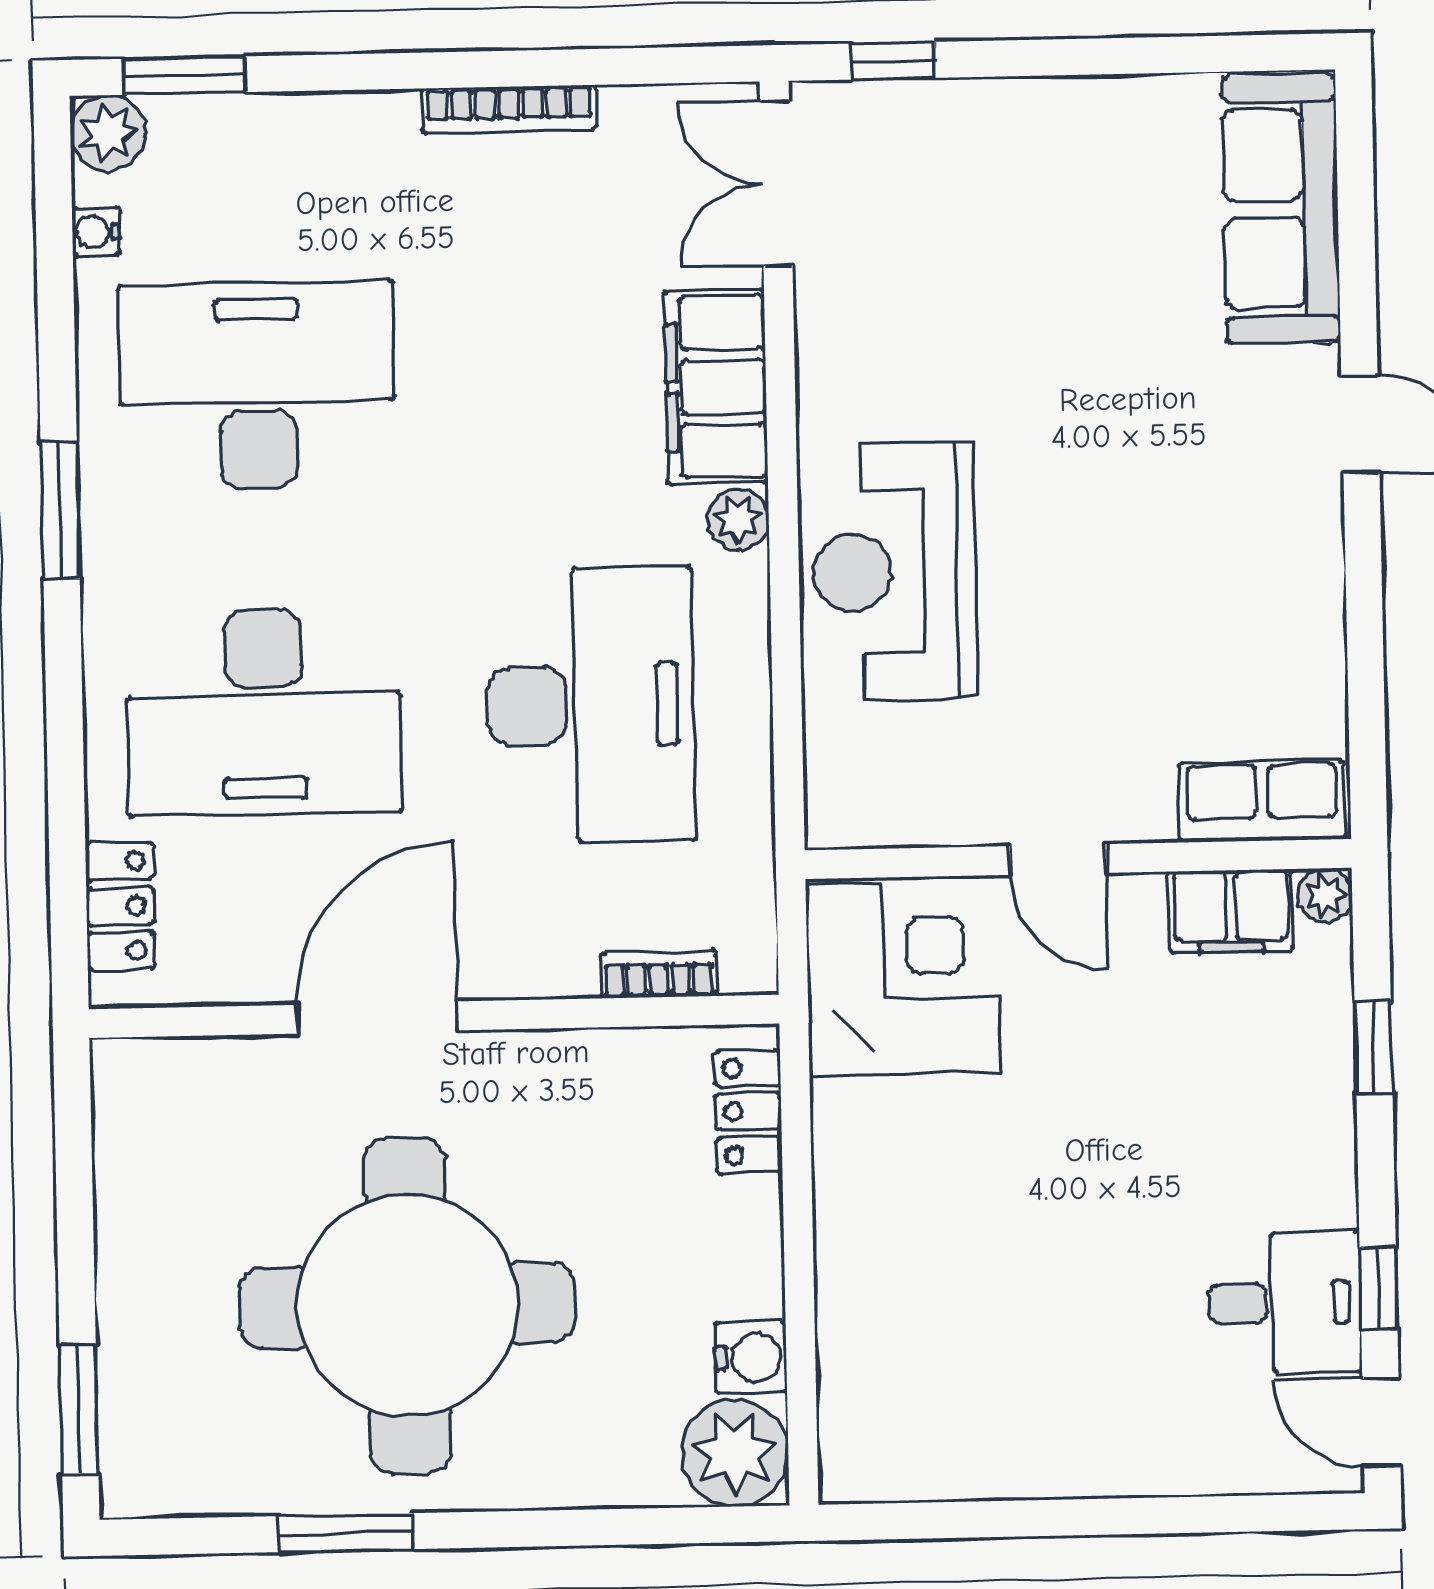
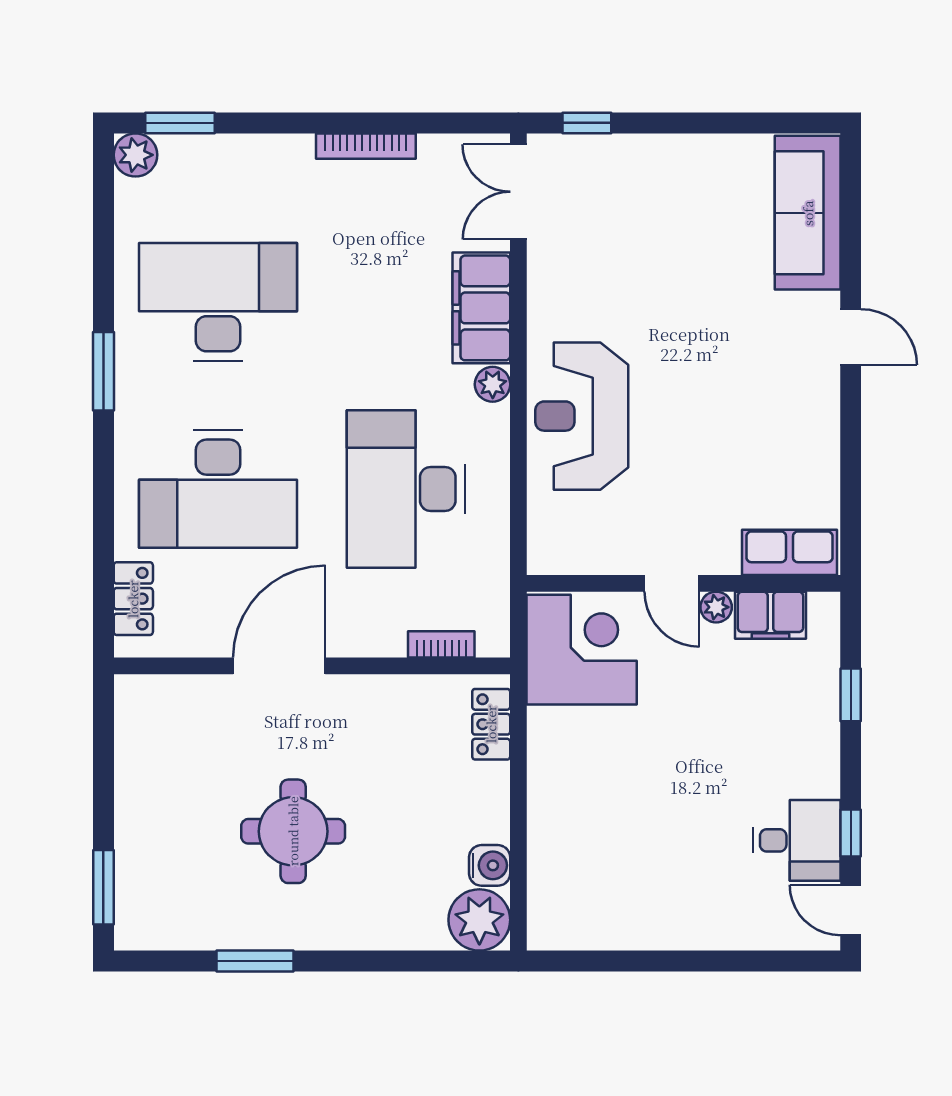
water cooler: (96, 232) -> (127, 212), removed
desk: (591, 705) -> (406, 489), turned 180
plant: (1325, 895) -> (716, 607), moved
round table: (407, 1305) -> (293, 831), width x0.54, depth x0.54

